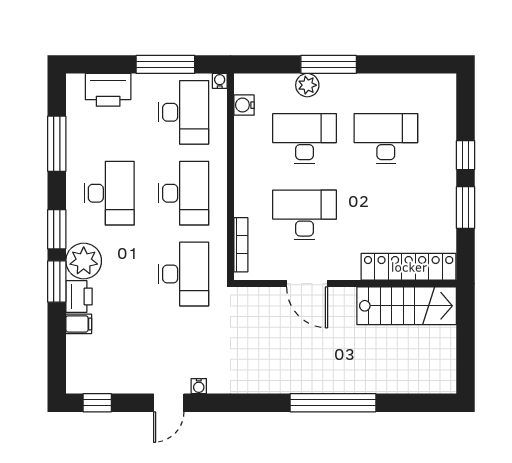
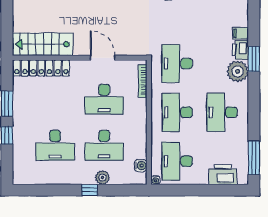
window: (165, 64) -> (188, 190), removed
window: (329, 64) -> (90, 190), width x0.46
window: (57, 144) -> (254, 158), moved
window: (57, 229) -> (254, 91), removed

